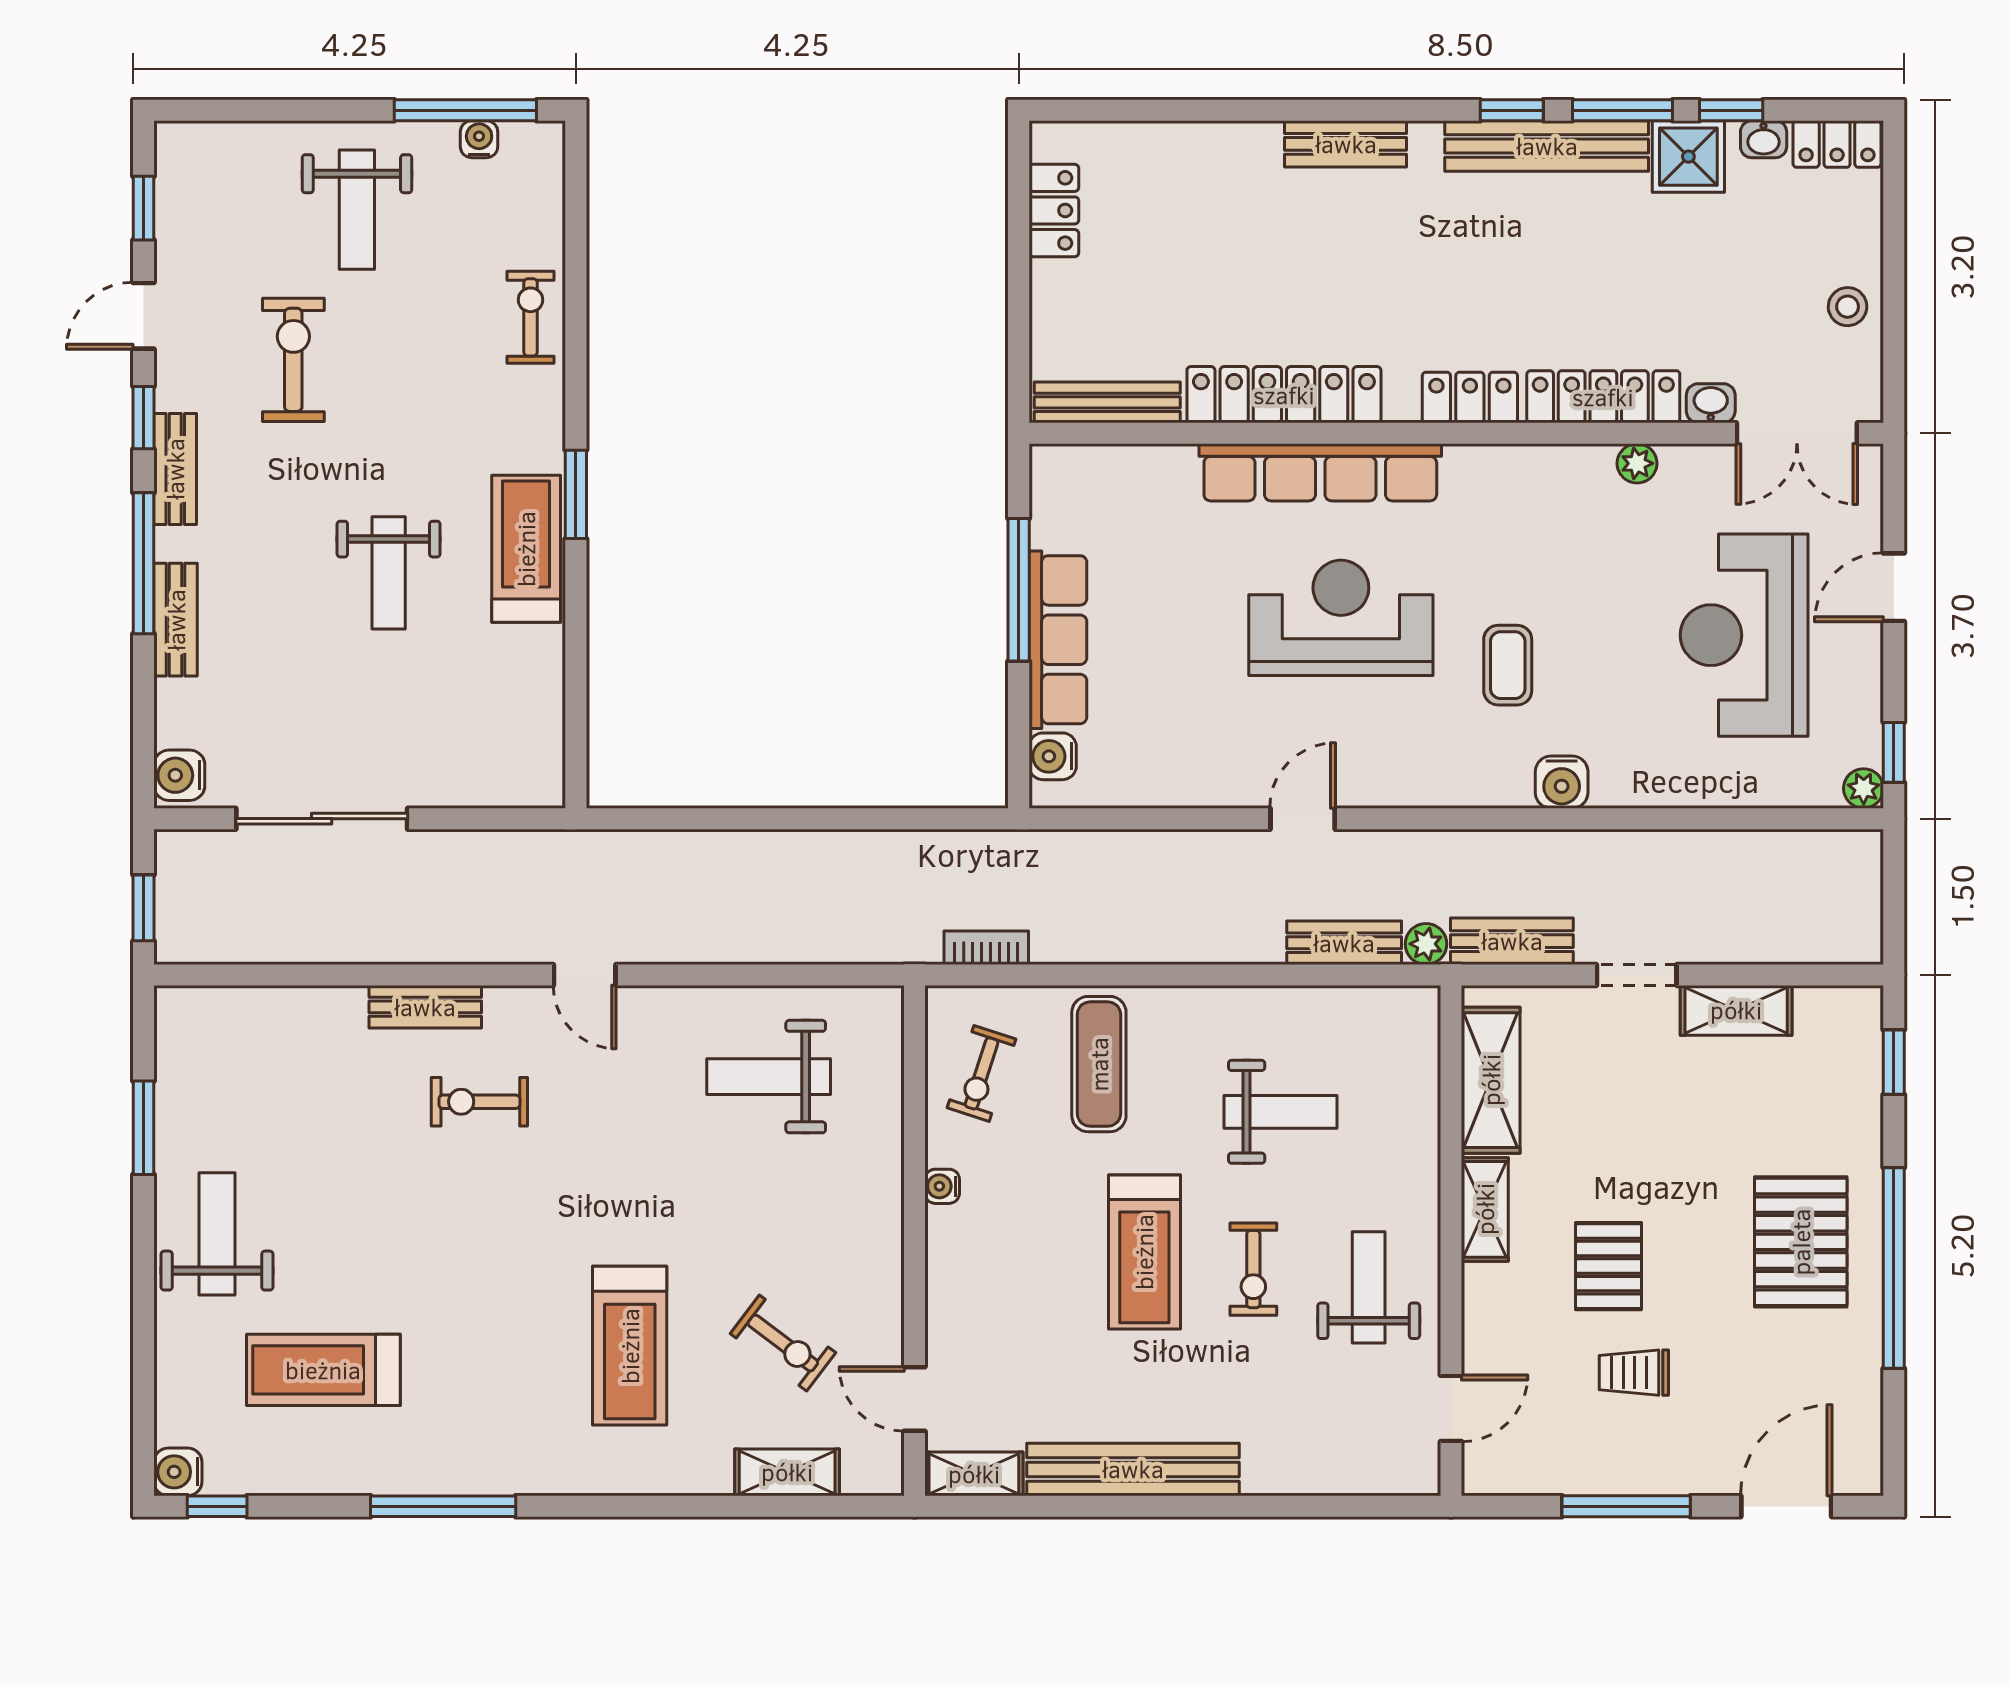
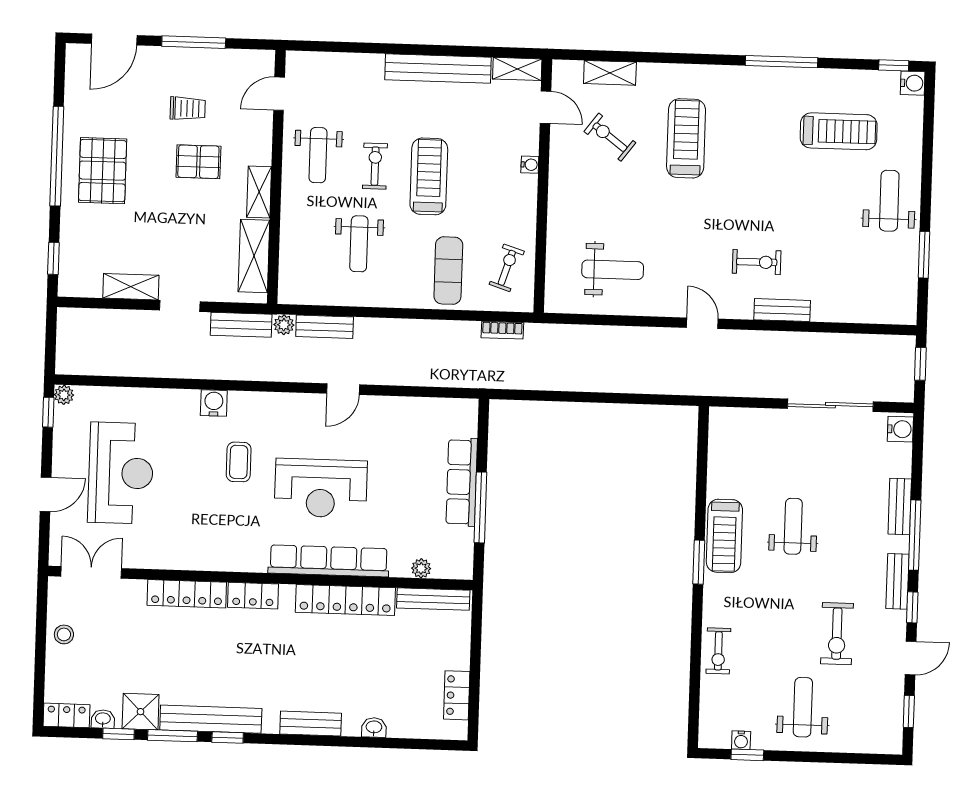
window: (465, 110) -> (747, 755), width x0.46
washbasin: (1711, 403) -> (374, 727), moved, turned 180
plant: (1637, 463) -> (421, 568), moved
water cooler: (1053, 756) -> (466, 424), removed
weight bench: (1280, 1112) -> (359, 244), turned -90
water cooler: (942, 1186) -> (530, 165), moved
weight bench: (217, 1234) -> (889, 201), turned 180
pallet: (1609, 1266) -> (198, 162), turned 90

